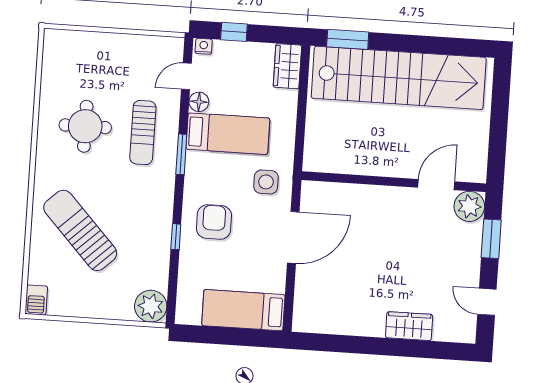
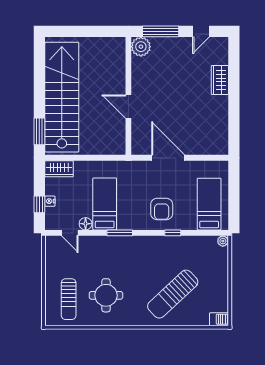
nightstand: (204, 46) -> (50, 201), moved
sun lounger: (143, 132) -> (69, 299), moved, turned 90
side table: (266, 182) -> (134, 178), removed
door: (436, 185) -> (128, 107), moved
armchair: (214, 222) -> (162, 209), turned -90
window: (491, 239) -> (161, 31), width x1.44
plant: (151, 306) -> (223, 241), width x0.53, depth x0.53
bed: (243, 310) -> (209, 204), moved, turned 180

